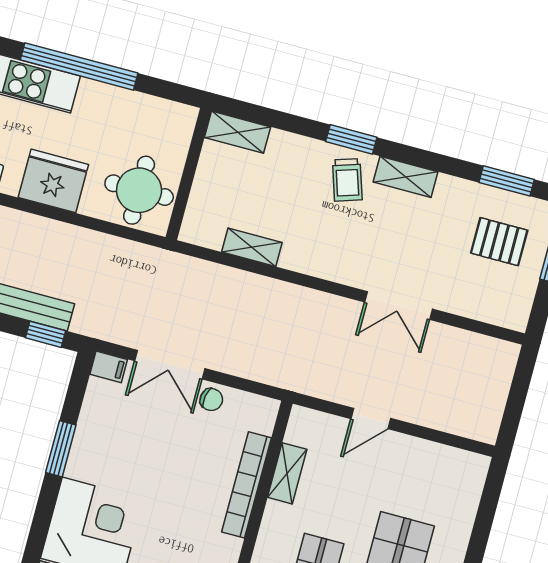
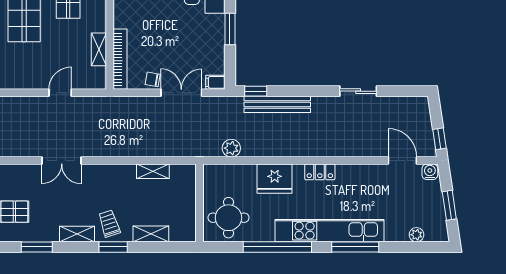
shelving: (237, 132) -> (151, 234), moved
window: (507, 181) -> (37, 247), moved
round table: (139, 190) -> (228, 218), moved
plant: (111, 251) -> (231, 148), added
double door: (398, 305) -> (62, 161), swing flipped
bookcase: (247, 485) -> (120, 59), moved

